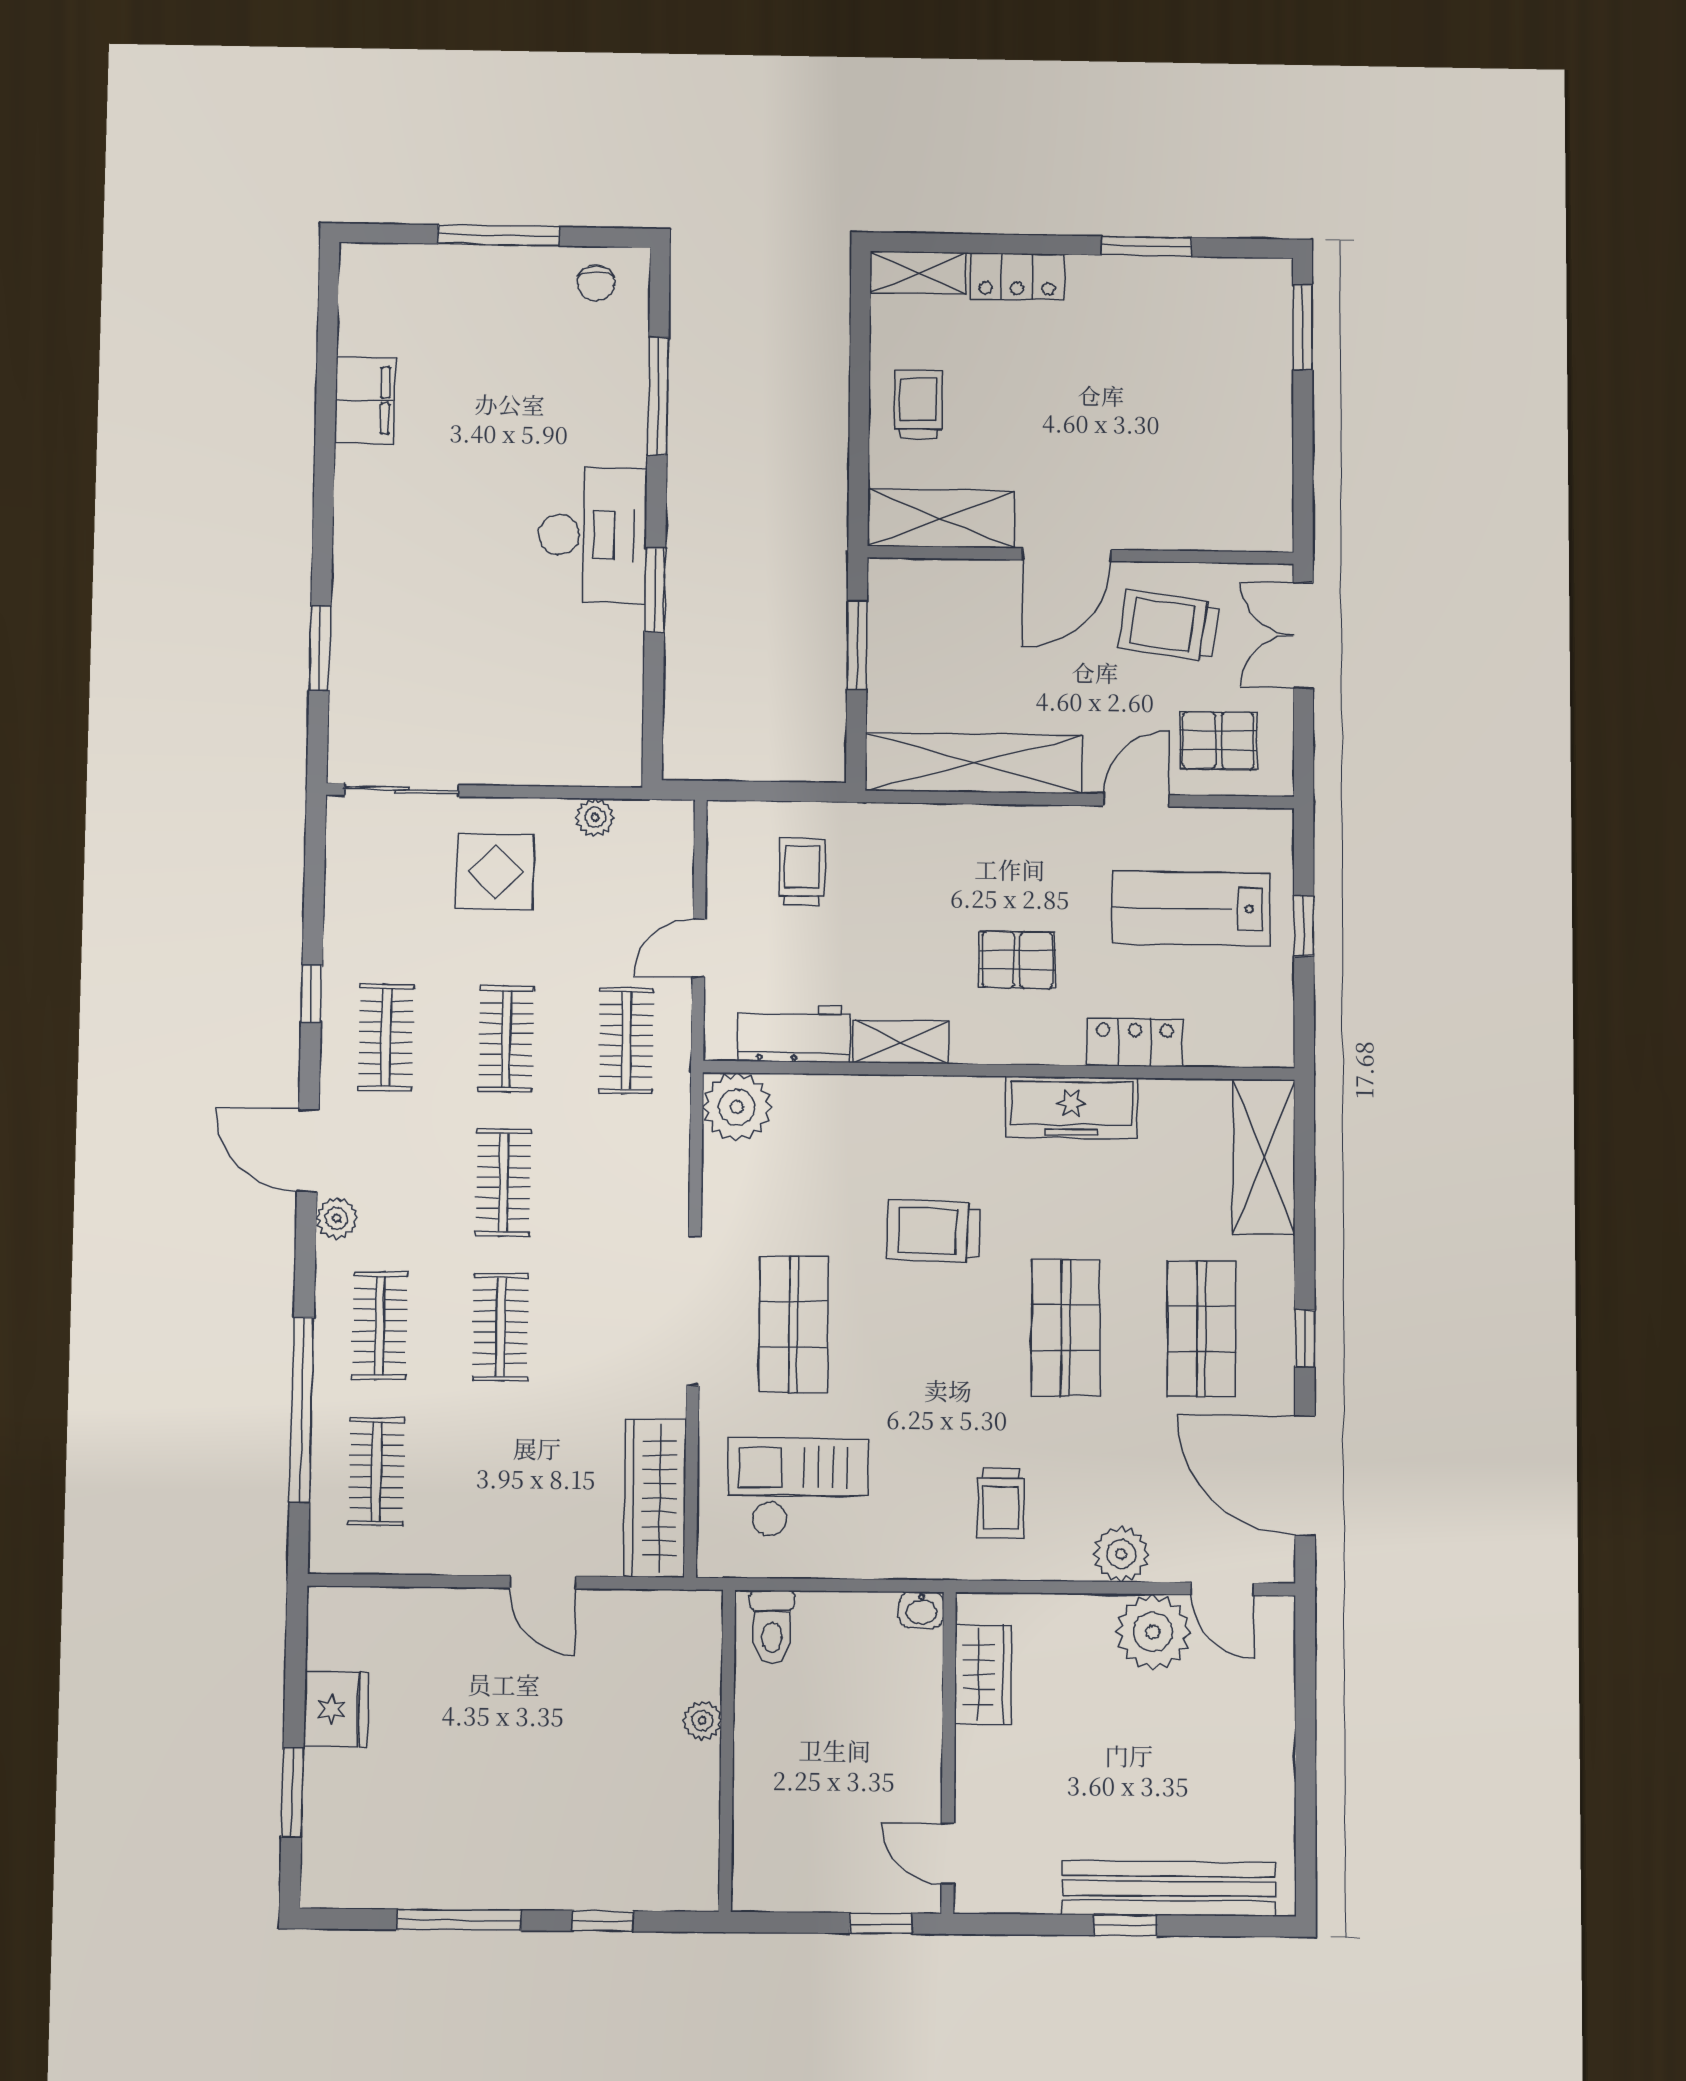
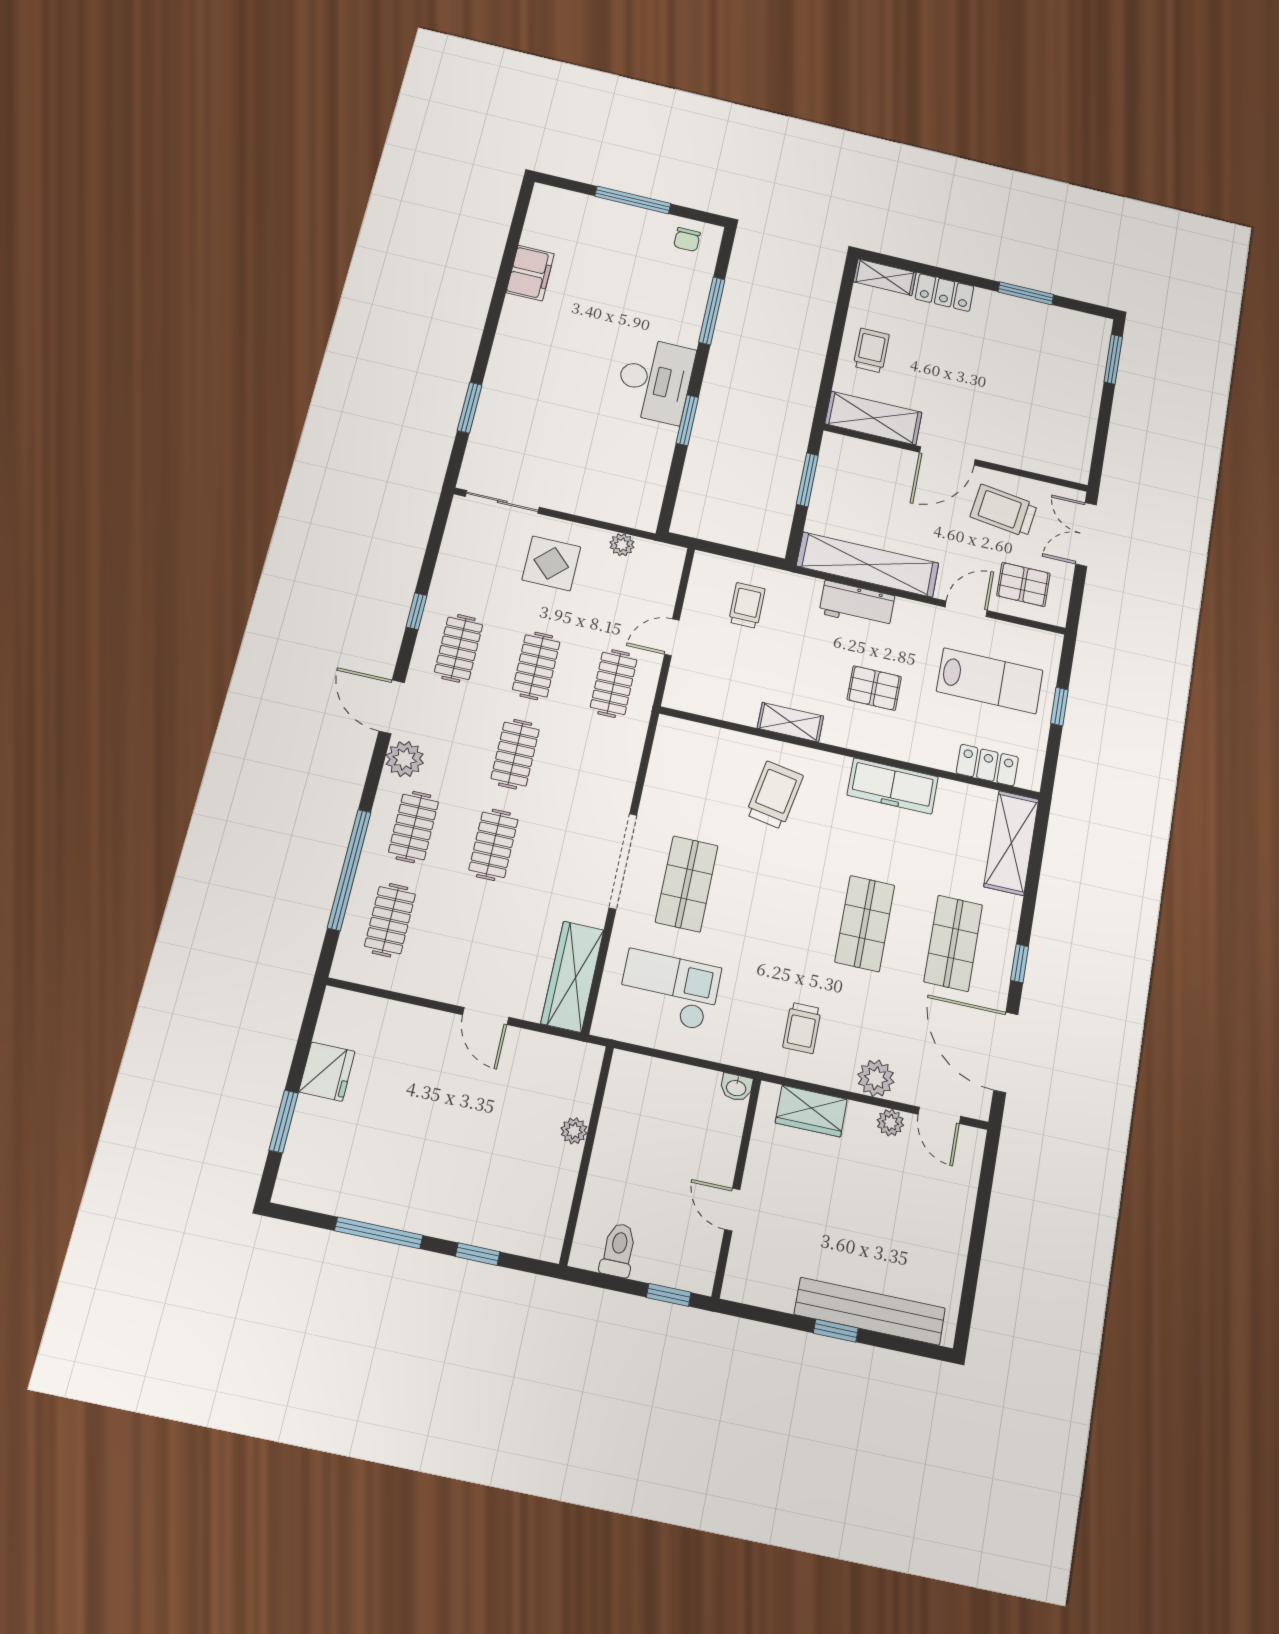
lab bench: (1191, 908) -> (990, 681), turned 180
workbench: (794, 1033) -> (857, 605), moved, turned 180
locker: (1135, 1042) -> (987, 765), moved
plant: (737, 1107) -> (677, 740), removed
plant: (337, 1218) -> (405, 759), width x1.38, depth x1.38
trolley: (934, 1231) -> (774, 795), moved, turned 98
toilet: (772, 1627) -> (618, 1250), moved, turned 180
plant: (1153, 1632) -> (890, 1123), width x0.53, depth x0.53
wardrobe: (983, 1675) -> (811, 1111), moved, turned 90
door: (948, 1854) -> (732, 1210), moved

